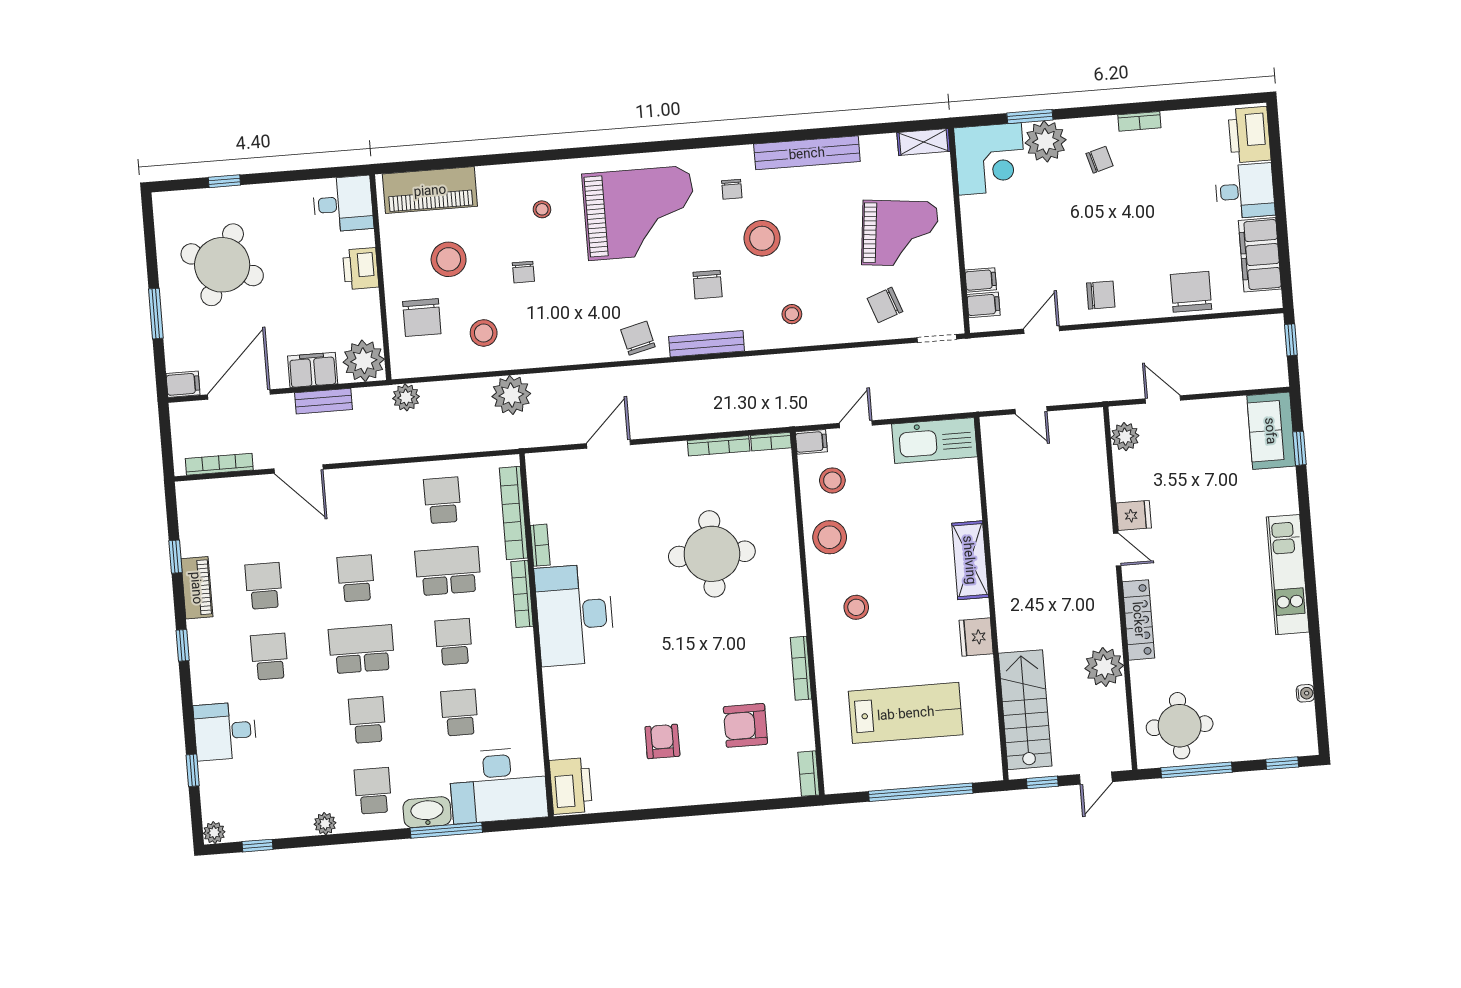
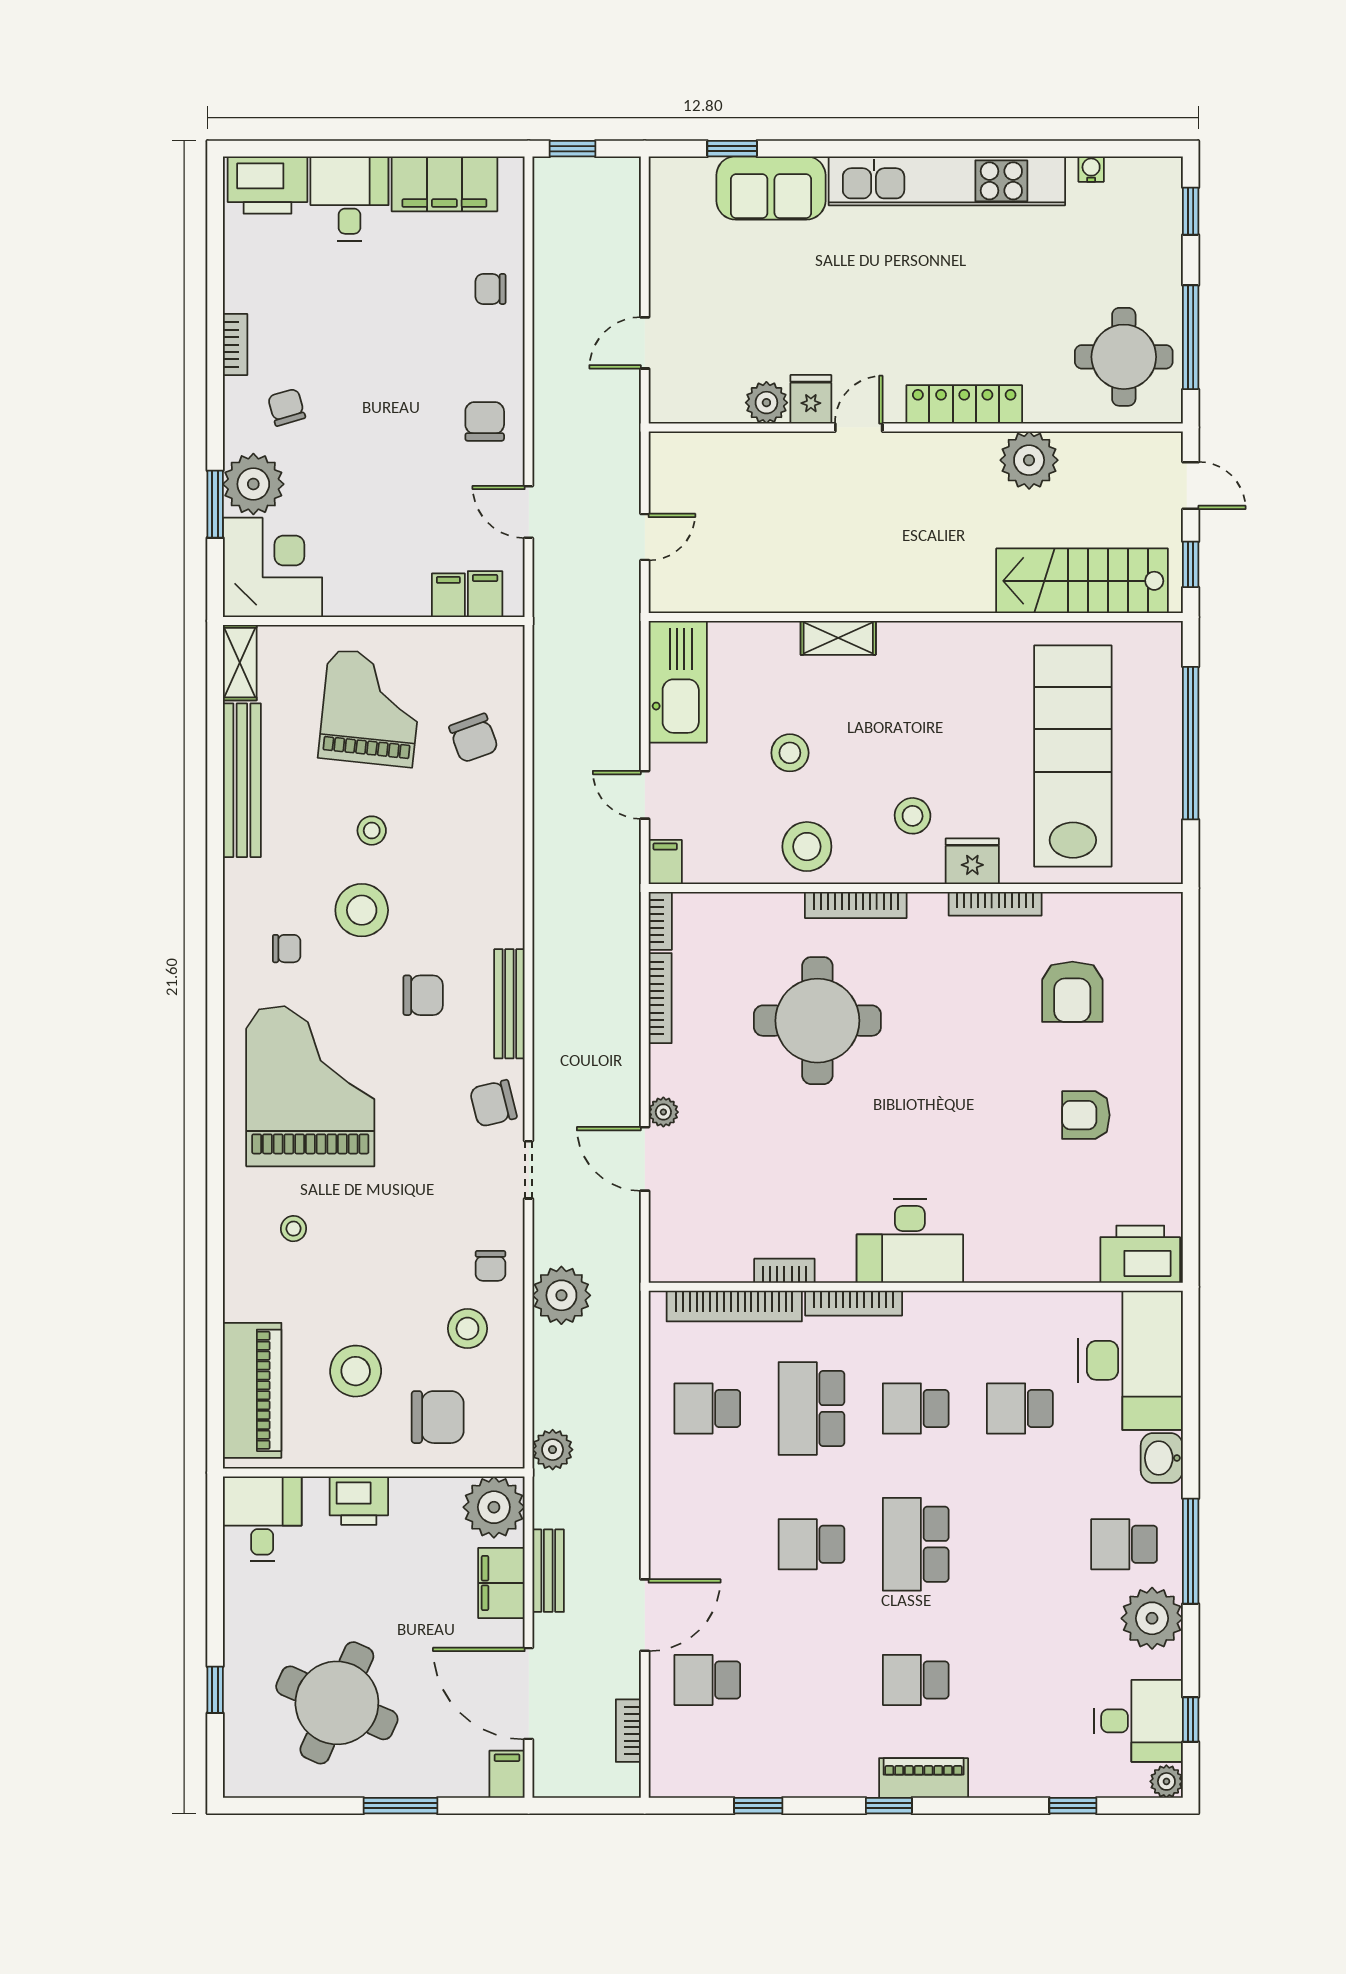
bench: (807, 153) -> (242, 780), moved
chair: (523, 272) -> (490, 1266), moved, turned 90
chair: (1191, 292) -> (491, 289), width x0.54, depth x0.54
stool: (792, 314) -> (372, 831), moved
doorway: (937, 338) -> (529, 1170), moved
sofa: (1271, 431) -> (771, 188), moved
plant: (1125, 437) -> (766, 403), moved
plant: (641, 454) -> (663, 1112), added
bookcase: (219, 464) -> (628, 1731), width x0.64
stool: (832, 480) -> (790, 753), moved
shelving: (970, 560) -> (838, 638), width x0.67, depth x0.75
kitchen unit: (1288, 575) -> (947, 181), width x1.36
school desk: (264, 586) -> (707, 1680), moved
piano: (197, 588) -> (924, 1778), moved
desk: (575, 615) -> (910, 1241), width x0.73, depth x0.77
fridge: (976, 637) -> (972, 861), moved, turned 180
lab bench: (906, 713) -> (1073, 756), width x1.36
school desk: (367, 720) -> (1020, 1544), removed
desk: (225, 731) -> (1138, 1721), moved, turned -90
bookcase: (809, 774) -> (856, 905), moved, width x1.56
washbasin: (427, 812) -> (1162, 1458), width x0.72
plant: (325, 824) -> (1152, 1618), width x1.88, depth x1.88
window: (446, 830) -> (1191, 1551), moved

